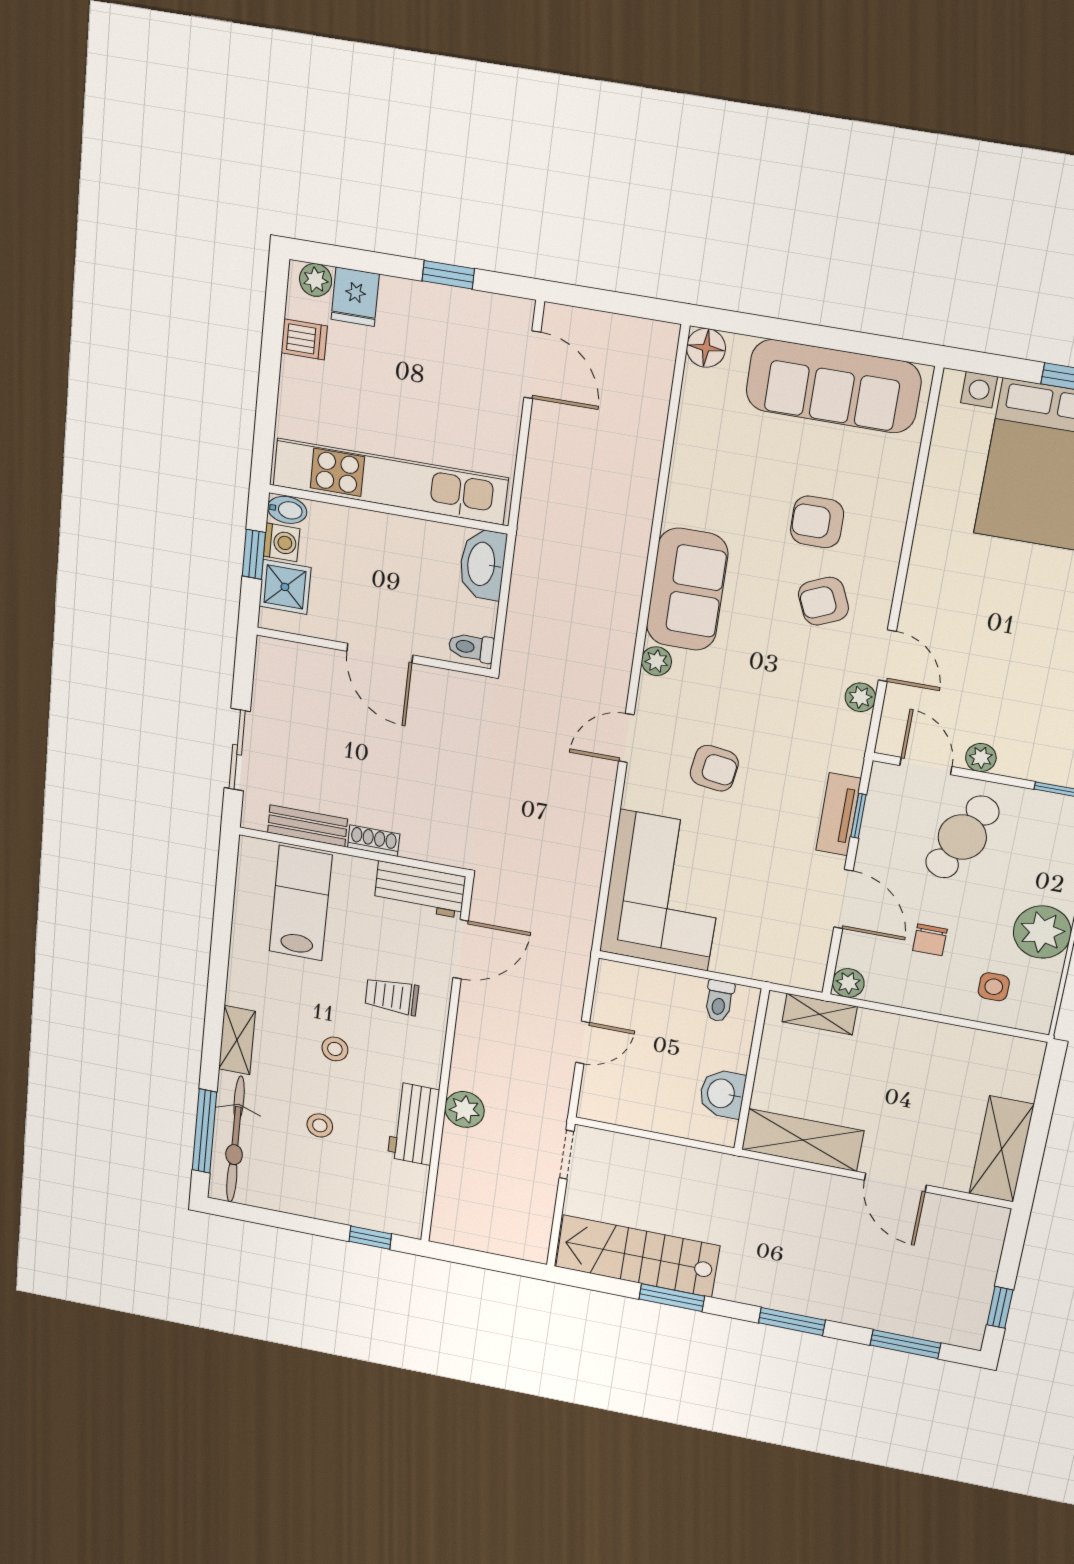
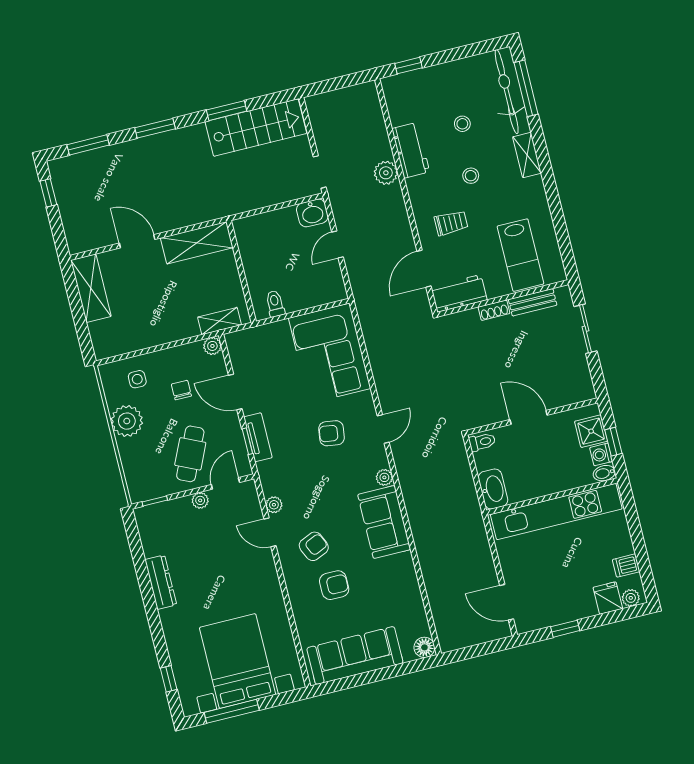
door: (926, 766) -> (225, 483), swing flipped
washbasin: (722, 1094) -> (312, 213), moved, turned 90

